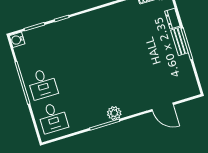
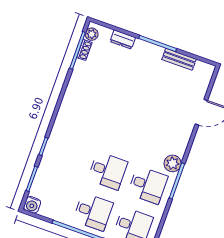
bench: (180, 41) -> (179, 59), moved
desk: (77, 73) -> (108, 171), added
desk: (88, 107) -> (148, 185), added

